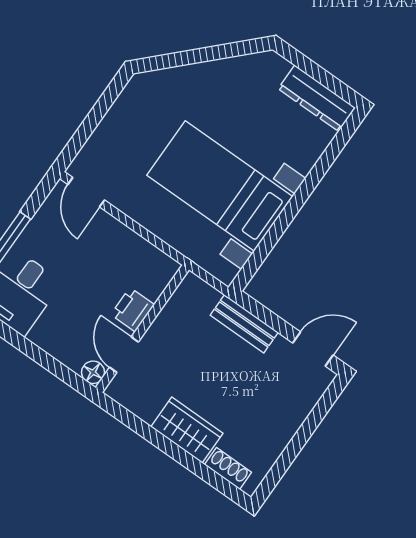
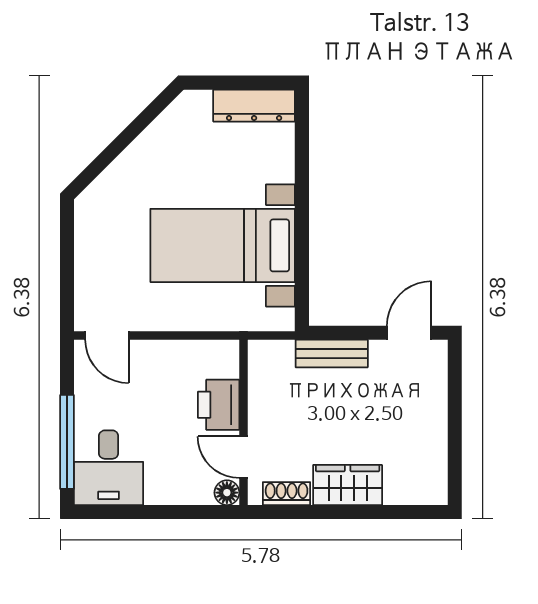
printer: (133, 310) -> (219, 405), width x1.36, depth x1.24
shoe rack: (228, 469) -> (287, 494), moved

